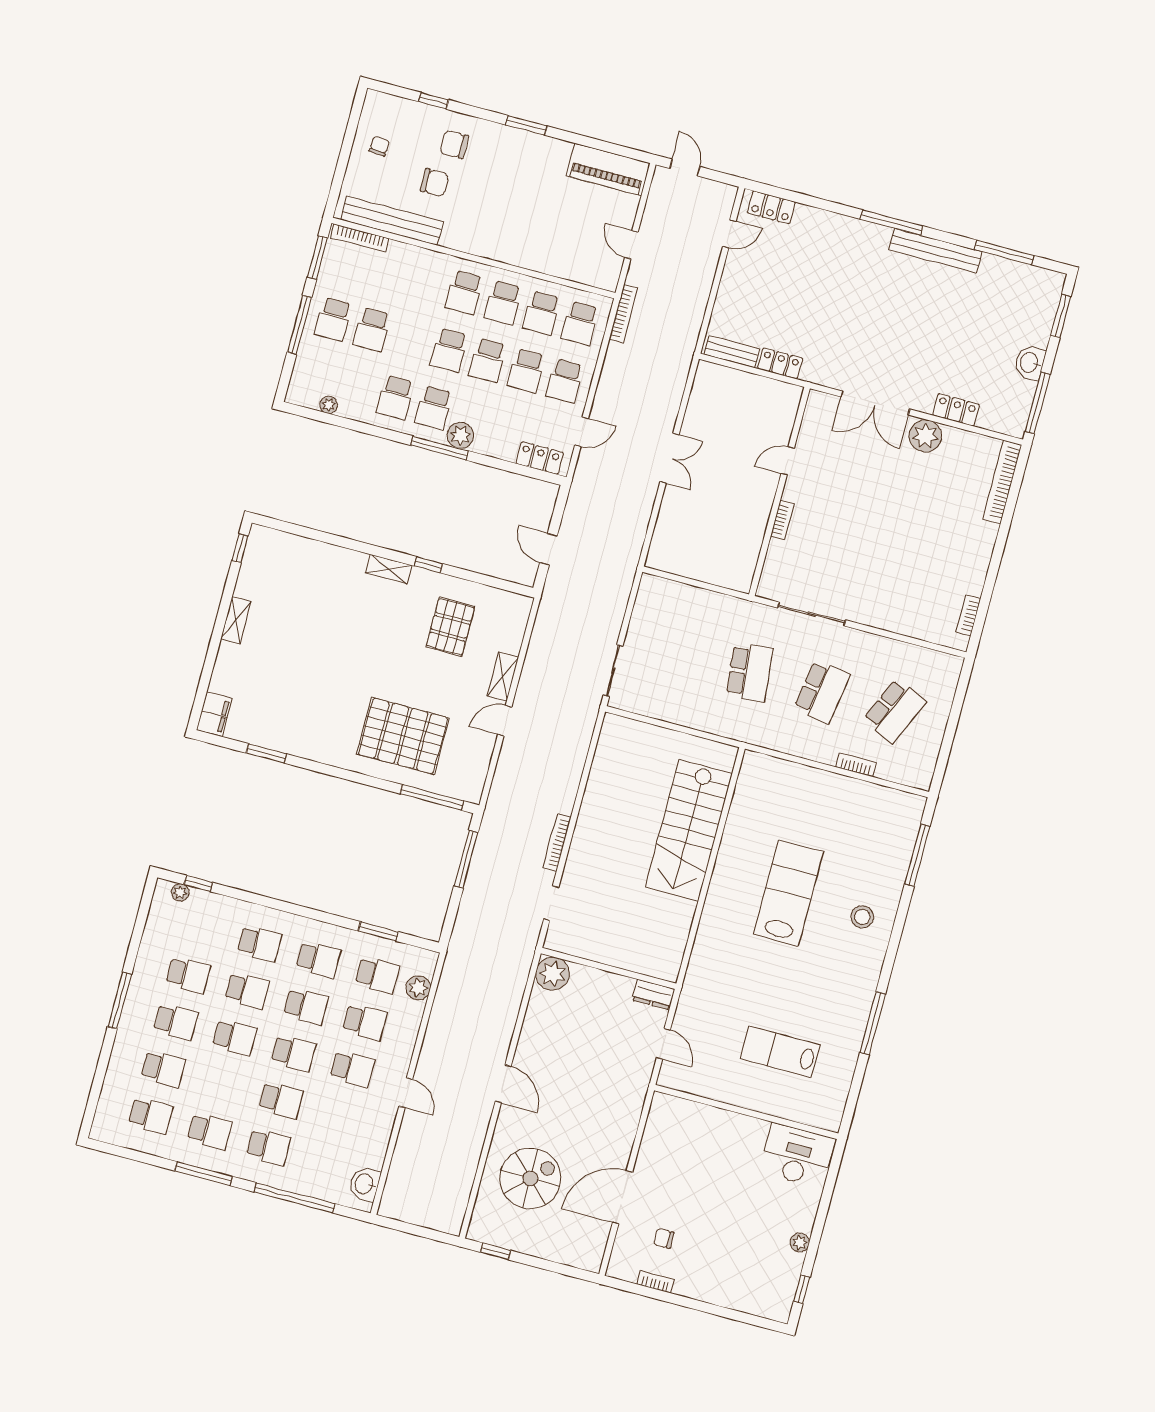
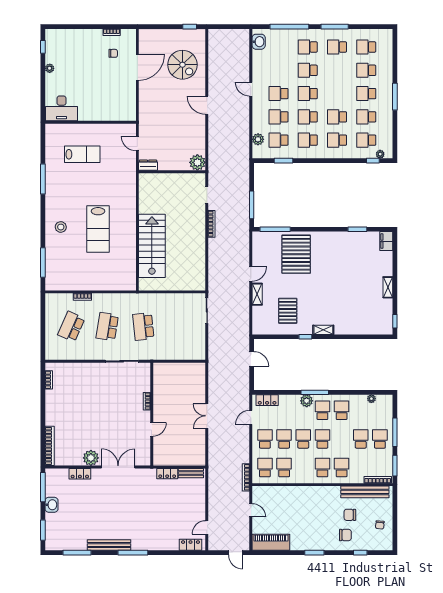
school desk: (503, 303) -> (342, 468), moved
pallet: (403, 736) -> (296, 254), turned 90
school desk: (235, 1038) -> (366, 140), moved
spiral stairs: (530, 1178) -> (182, 65), turned -90

